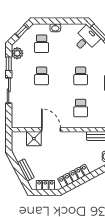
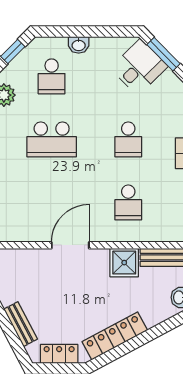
school desk: (42, 76) -> (52, 139), width x1.85
door: (51, 130) -> (70, 245), hinge flipped
shower: (34, 139) -> (124, 263), moved

